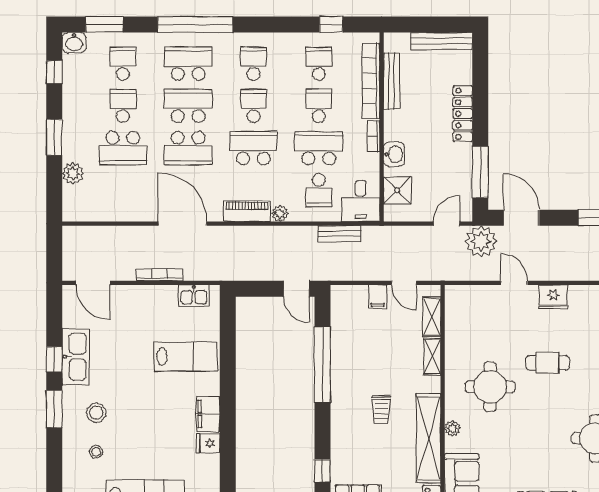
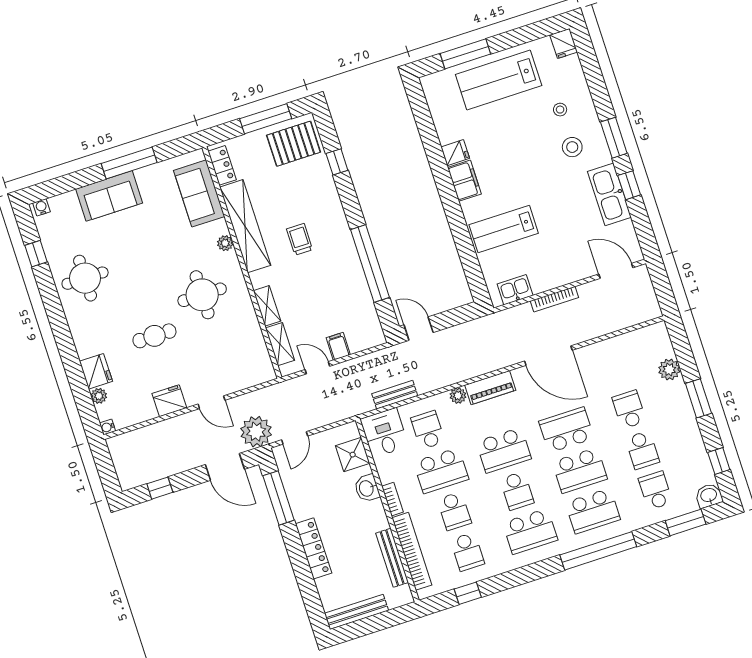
school desk: (123, 64) -> (655, 491), turned 180
school desk: (253, 64) -> (530, 531), width x1.85
school desk: (123, 148) -> (629, 409), width x0.54

